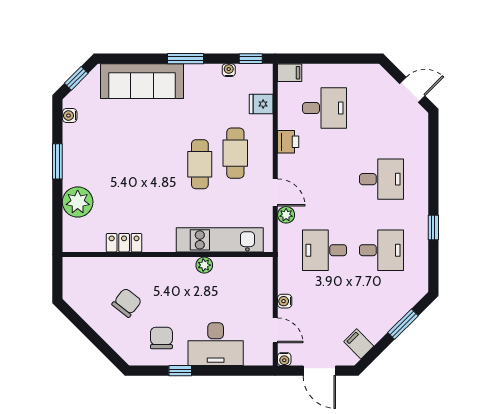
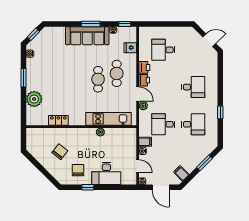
filing cabinet: (290, 73) -> (145, 142), moved
sofa: (142, 81) -> (87, 36), moved
desk: (325, 108) -> (163, 50), turned 180
printer: (288, 166) -> (144, 80), added

